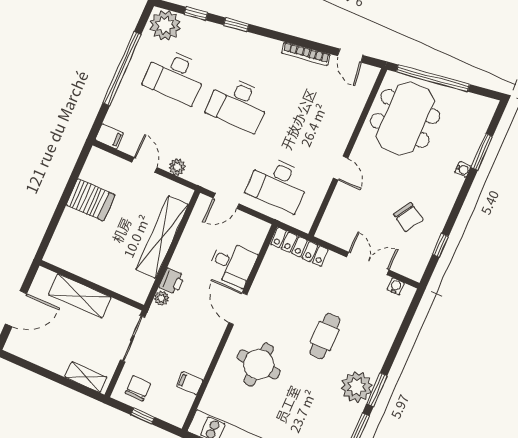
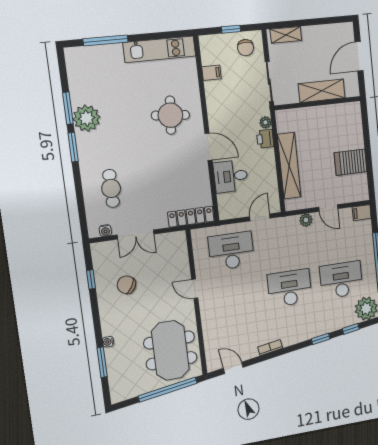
bookcase: (306, 54) -> (270, 348), width x0.64
cafe table: (325, 336) -> (111, 188), moved
plant: (357, 387) -> (86, 118), moved

